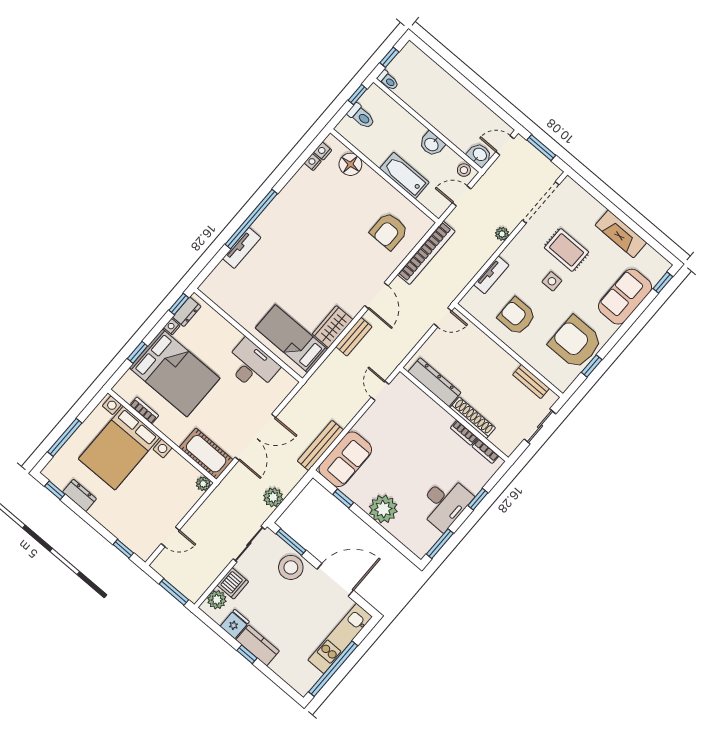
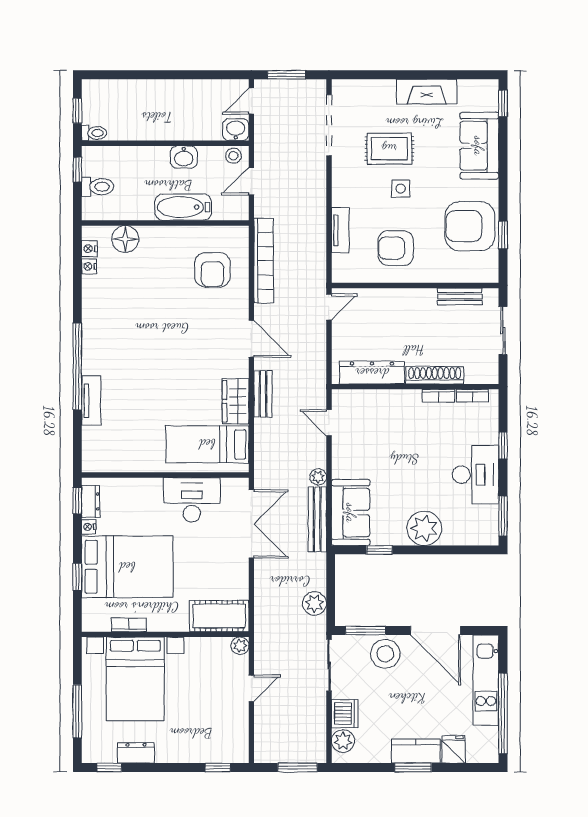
plant: (502, 234) -> (318, 477), moved
double door: (255, 437) -> (251, 524), moved
door: (170, 537) -> (251, 688), moved
door: (335, 580) -> (435, 631), swing flipped
fridge: (235, 624) -> (453, 749), moved
window: (247, 654) -> (413, 767), width x1.50

